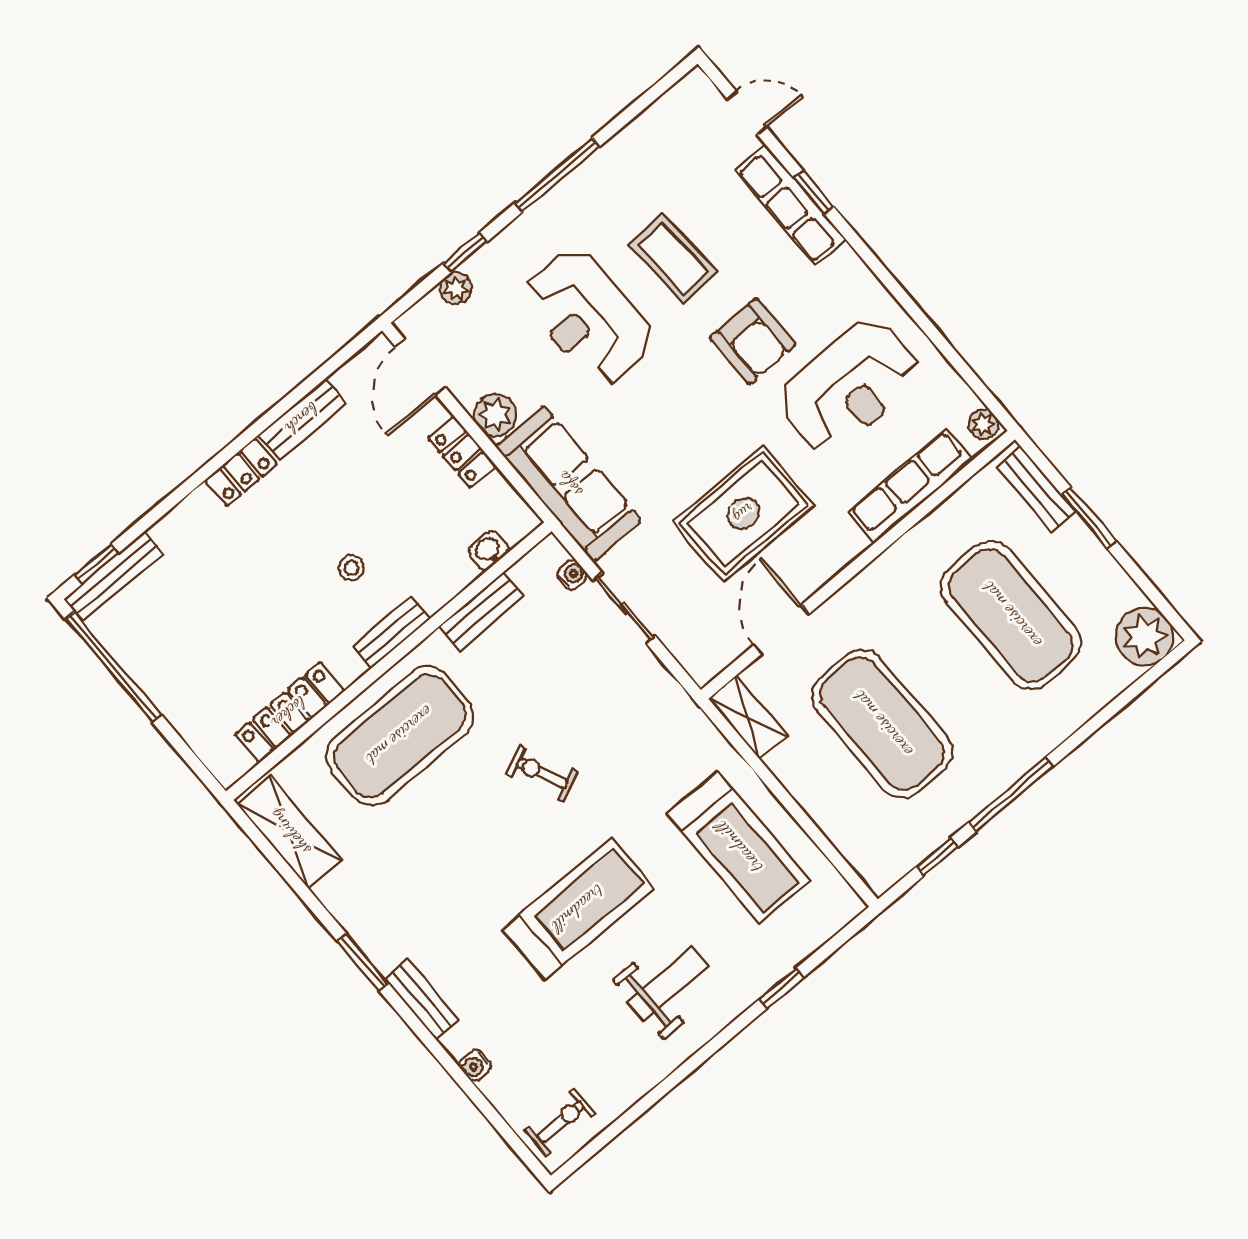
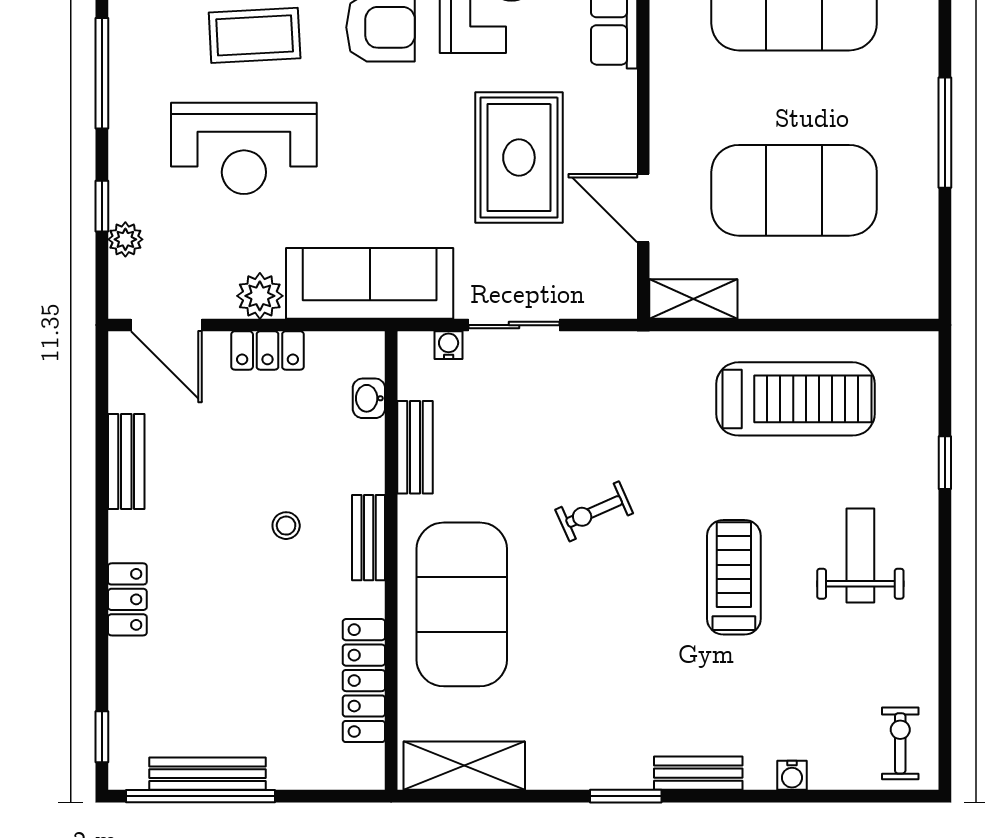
locker: (241, 472) -> (127, 599), moved
bench: (113, 577) -> (207, 774), moved, turned 90
window: (937, 857) -> (945, 239), removed
treadmill: (578, 909) -> (734, 577), width x0.73, depth x0.73

